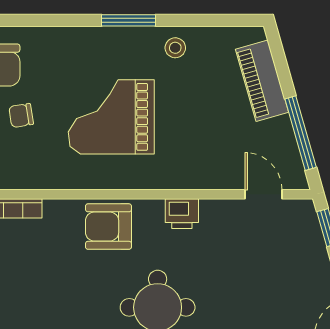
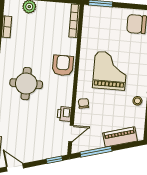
chair: (21, 115) -> (84, 103), moved
printer: (182, 214) -> (64, 114), moved

